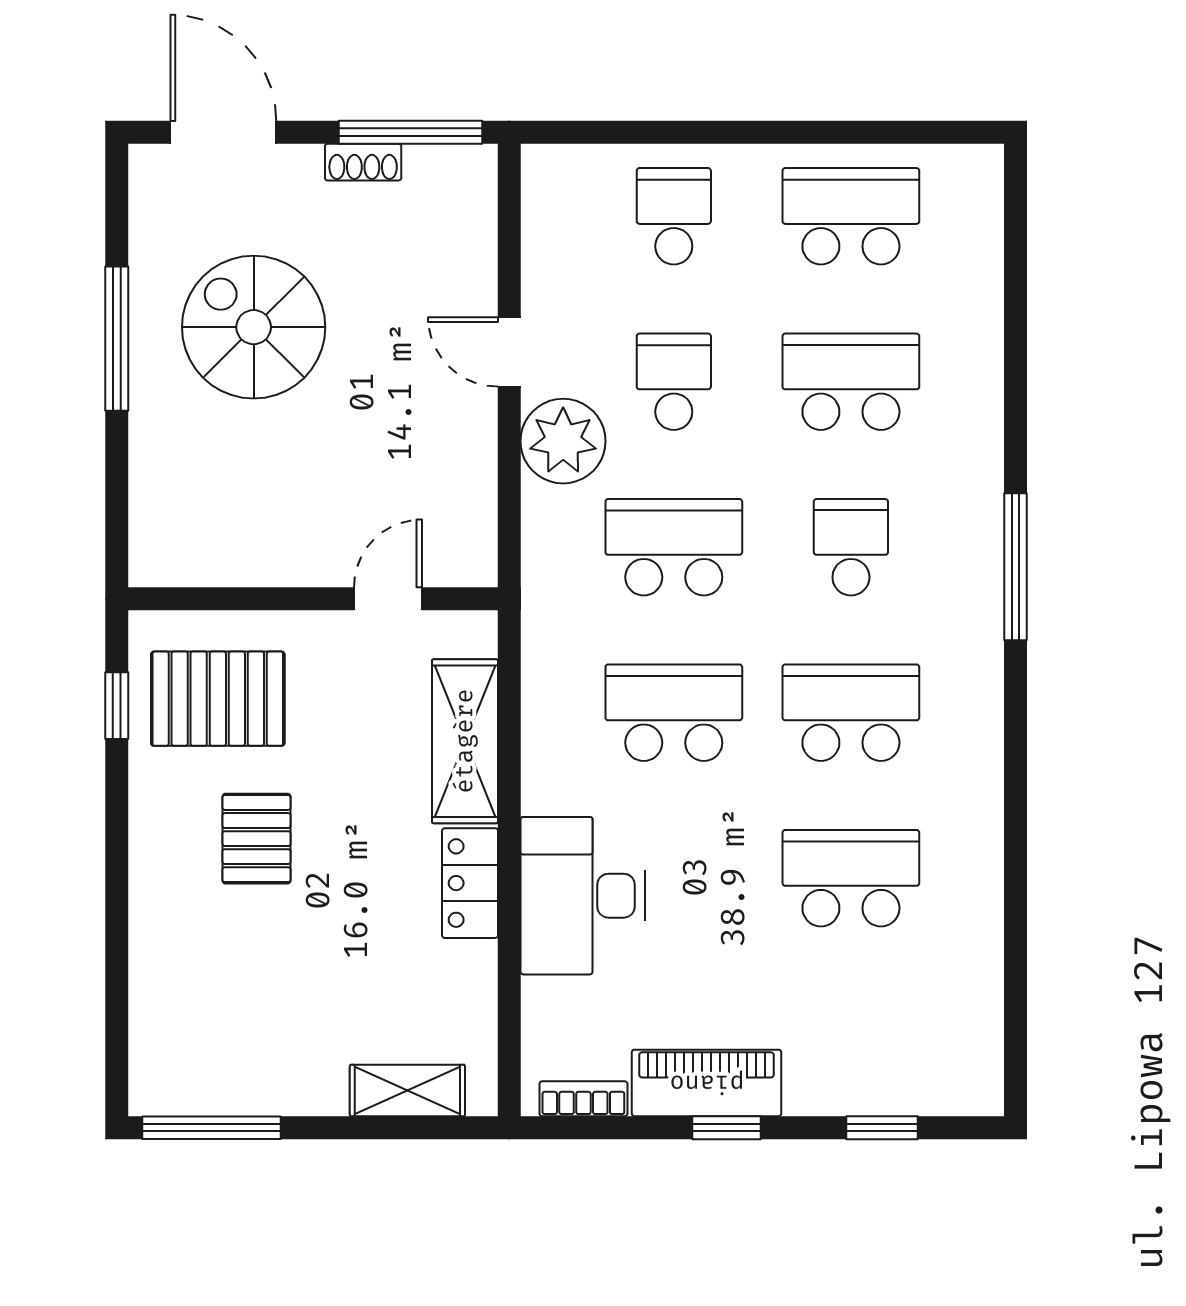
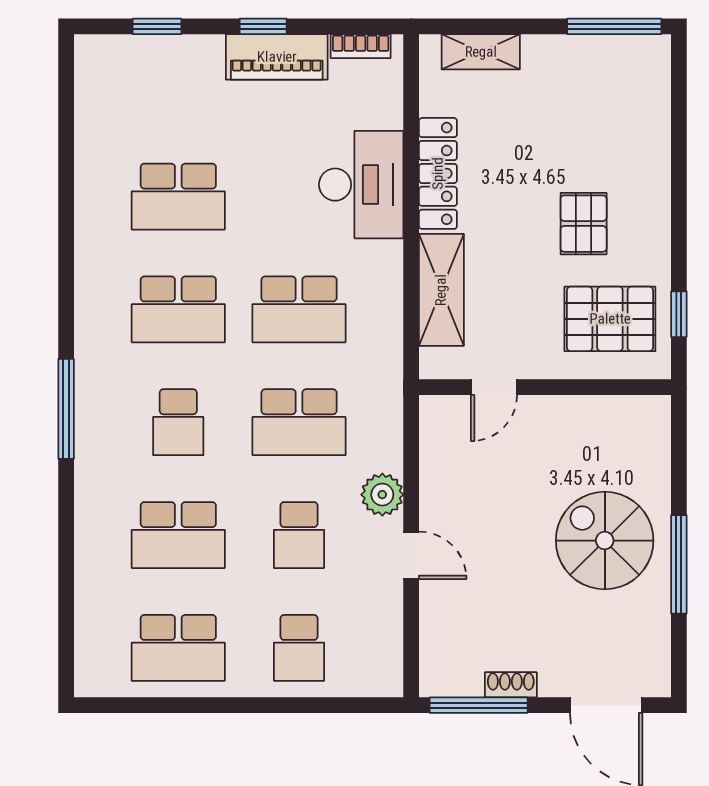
spiral stairs: (254, 327) -> (605, 541), moved, turned 180
plant: (563, 441) -> (382, 495), width x0.73, depth x0.73
locker: (470, 883) -> (438, 173), width x1.53

